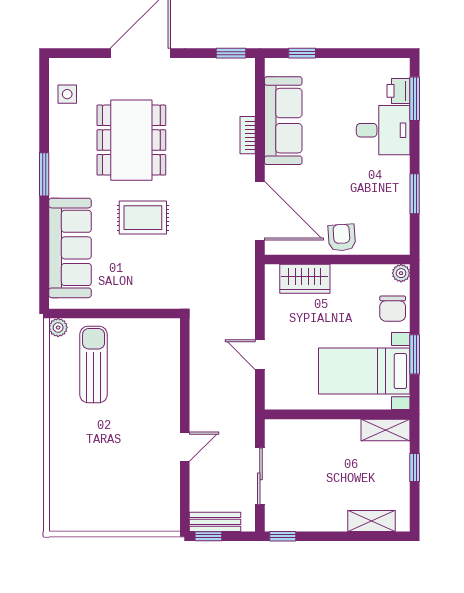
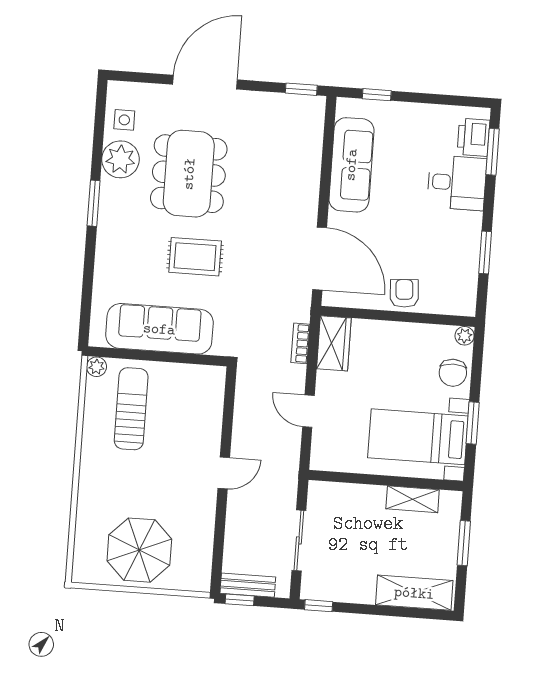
printer: (399, 91) -> (473, 137), width x1.36, depth x1.24
plant: (66, 131) -> (120, 159), added
bookcase: (248, 135) -> (300, 343), moved
sofa: (70, 248) -> (159, 329), moved, turned -90
wardrobe: (305, 279) -> (334, 343), moved, turned -90
shelving: (386, 430) -> (413, 499), moved
door: (185, 447) -> (224, 473), moved
window: (415, 468) -> (464, 543), width x1.50
parasol: (111, 496) -> (139, 550), added
shelving: (372, 521) -> (414, 593), width x1.50, depth x1.33

